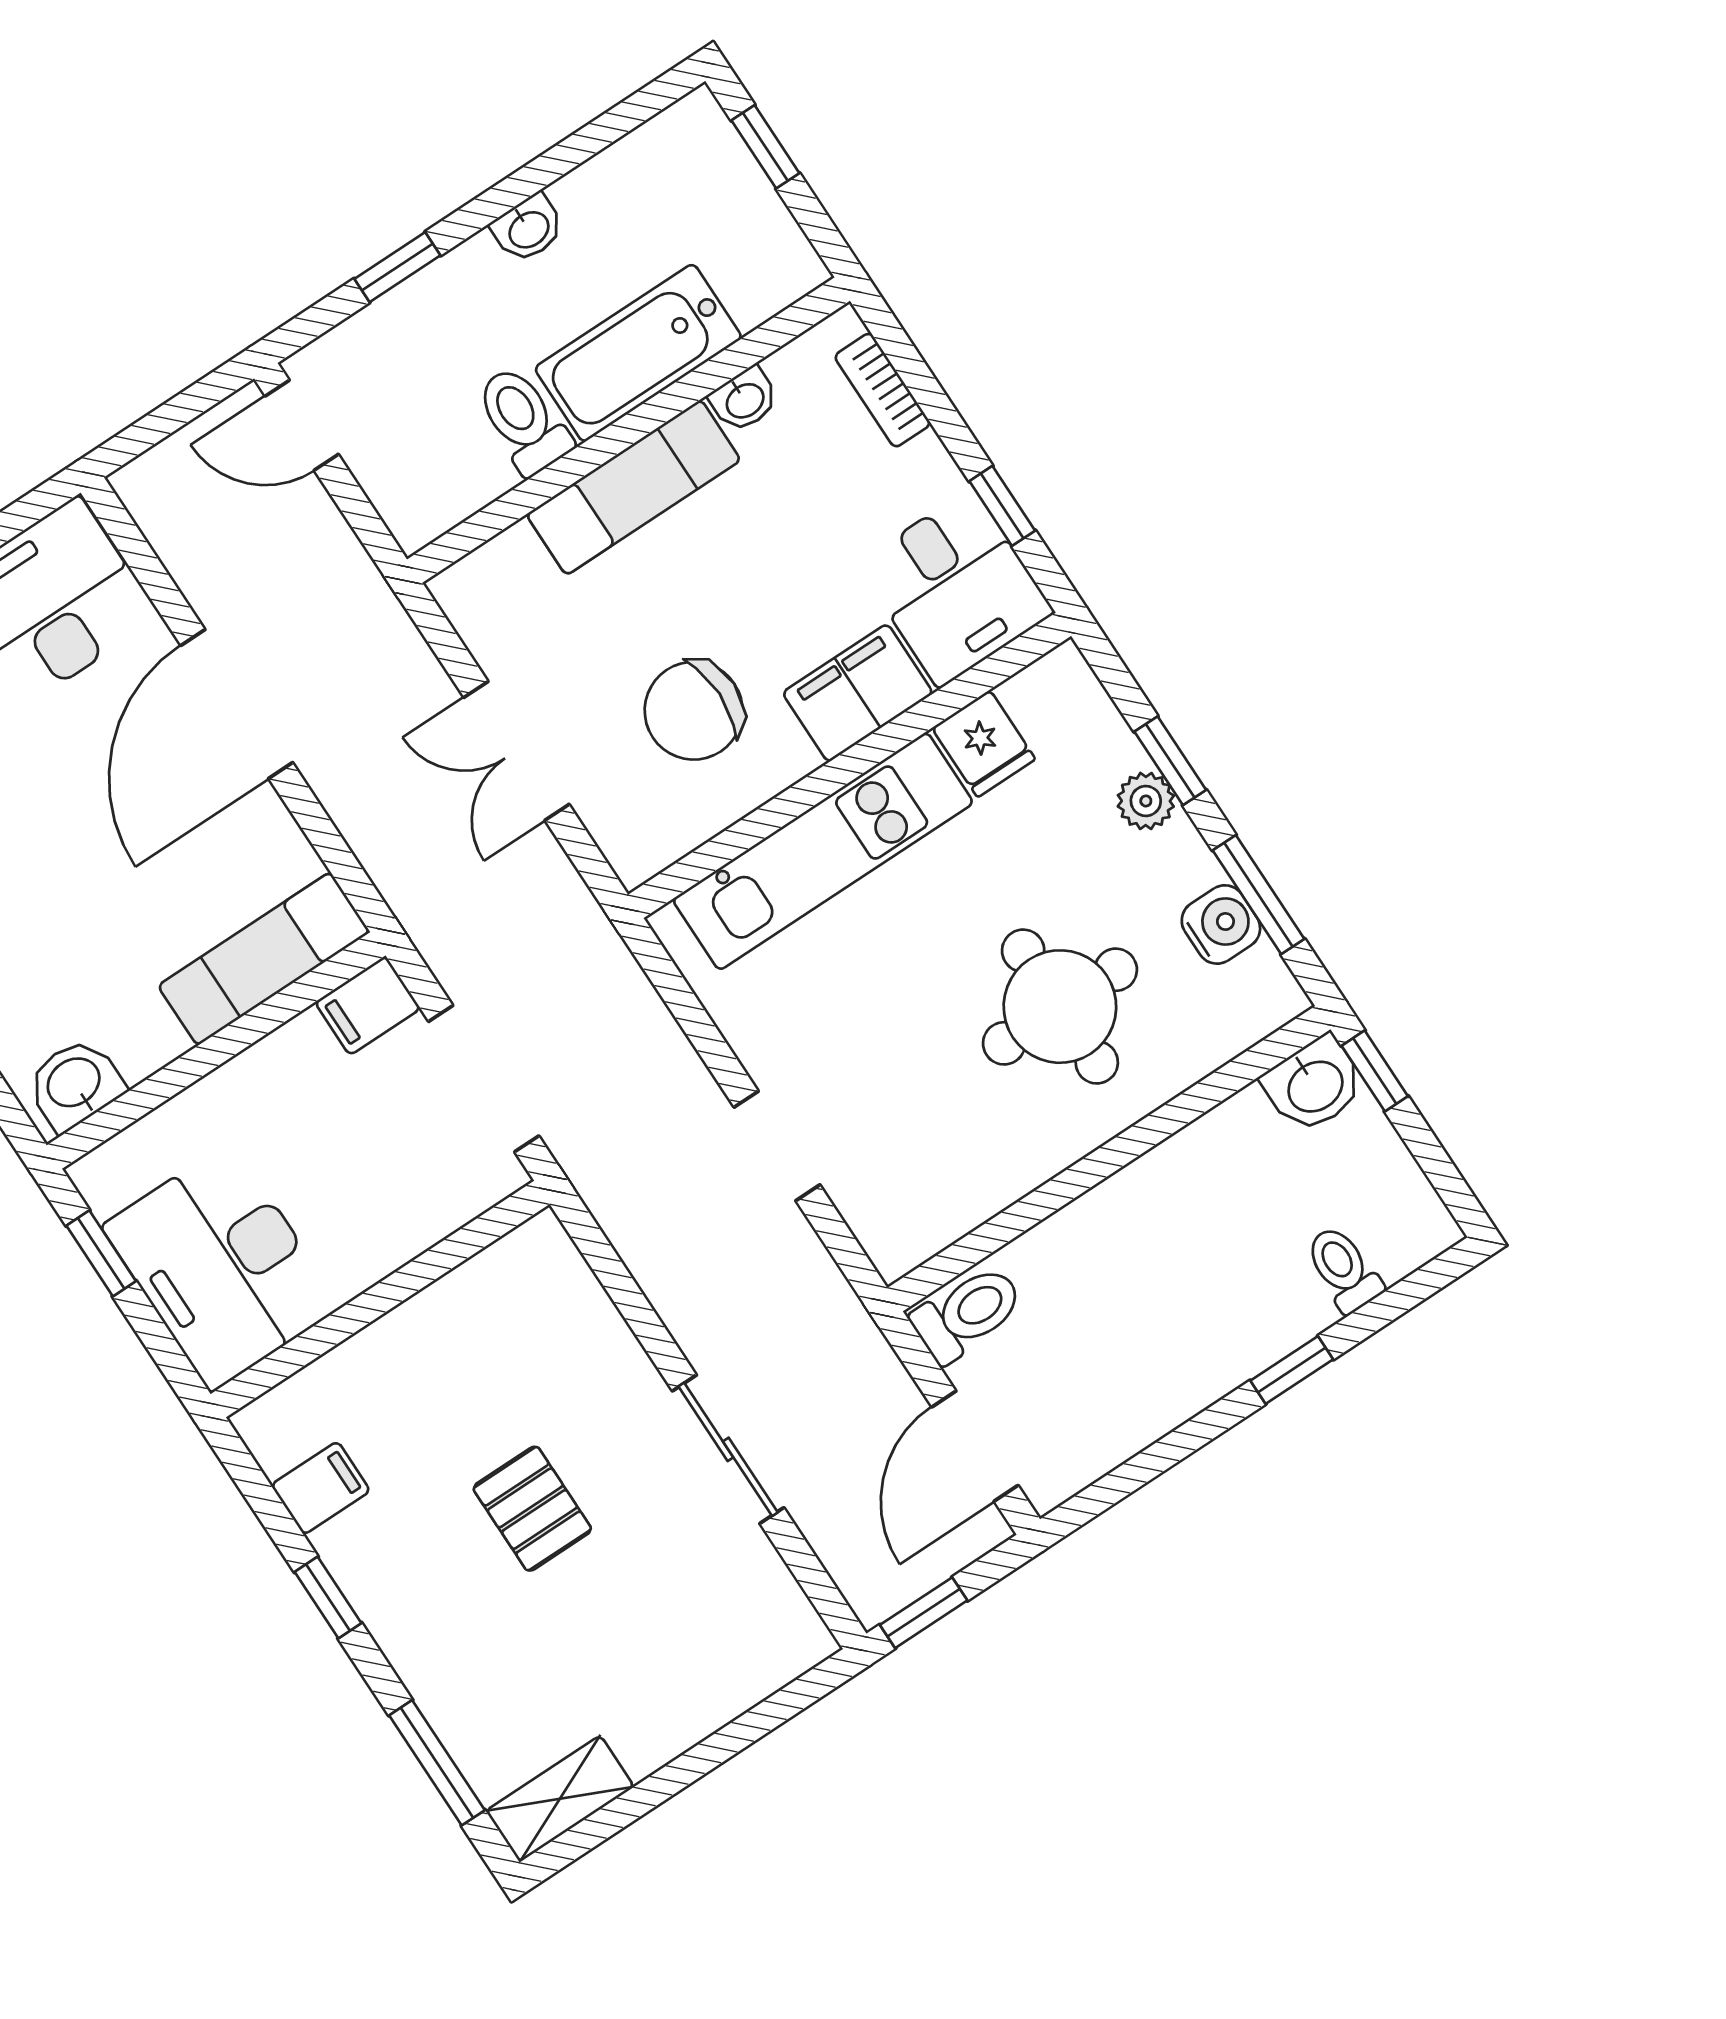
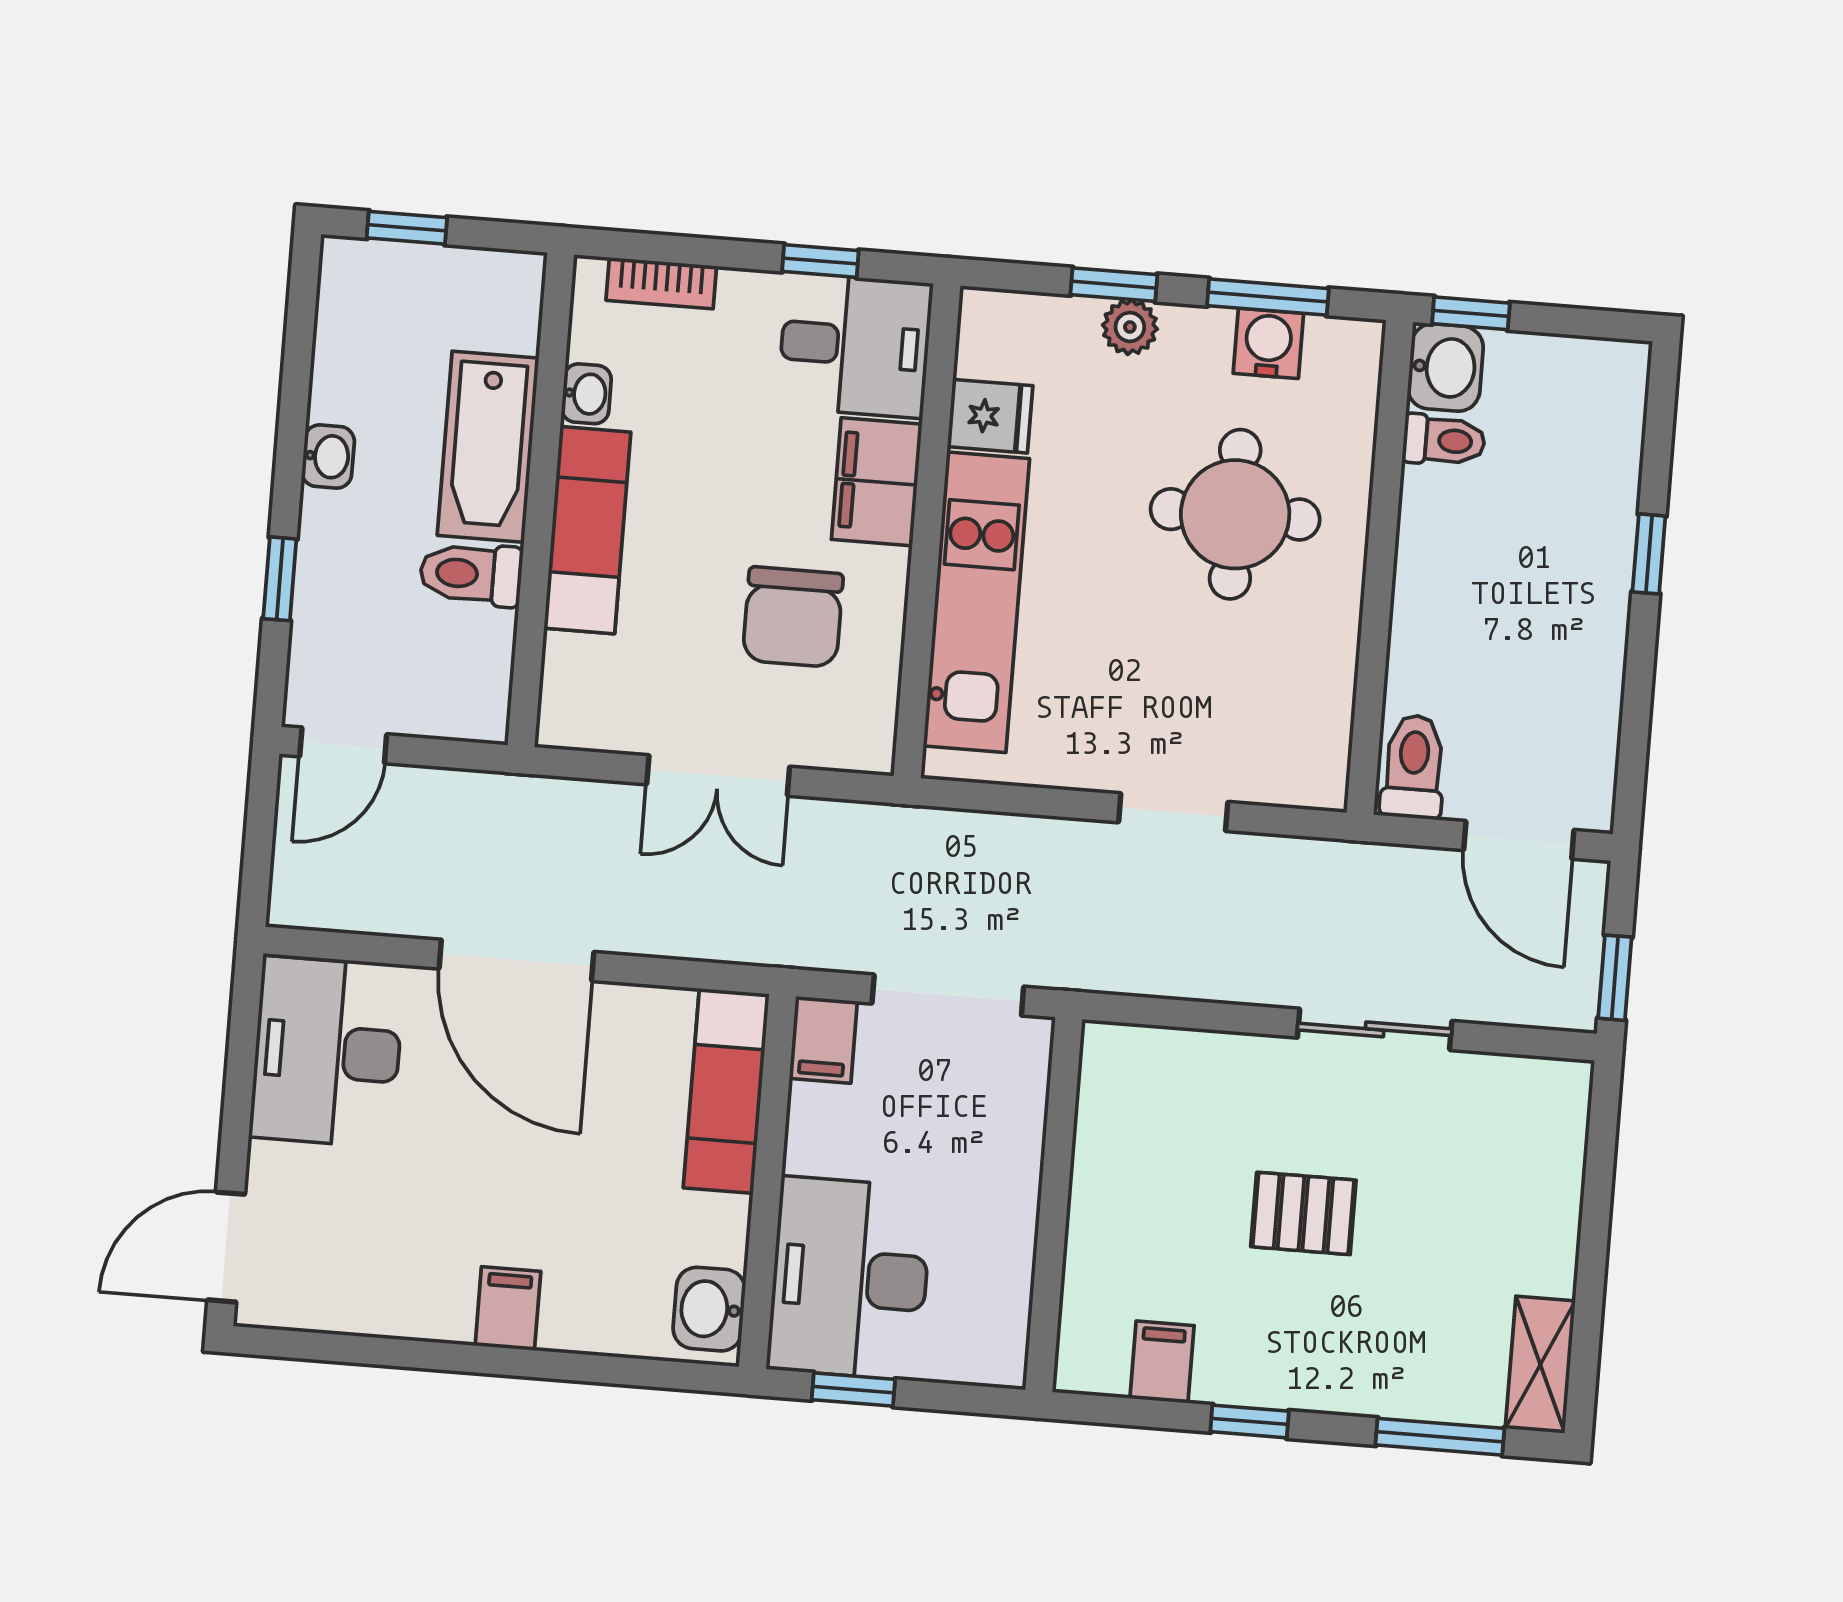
desk: (221, 1267) -> (850, 1278), moved, turned 90
toilet: (1344, 1269) -> (1444, 440), moved, turned 180

